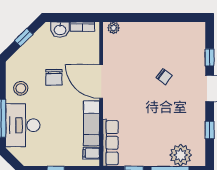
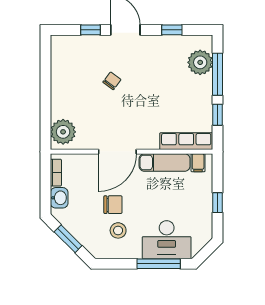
plant: (114, 28) -> (63, 132), width x1.88, depth x1.88
window: (24, 37) -> (68, 239), width x1.50
stool: (21, 88) -> (118, 230), moved

